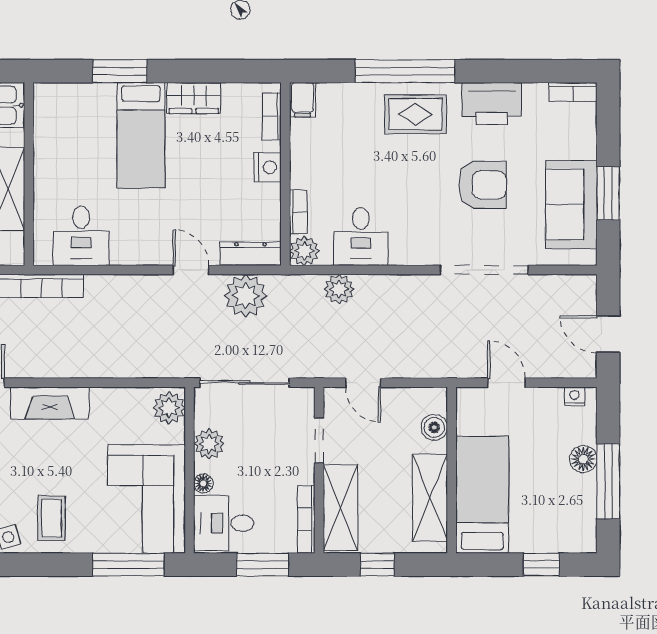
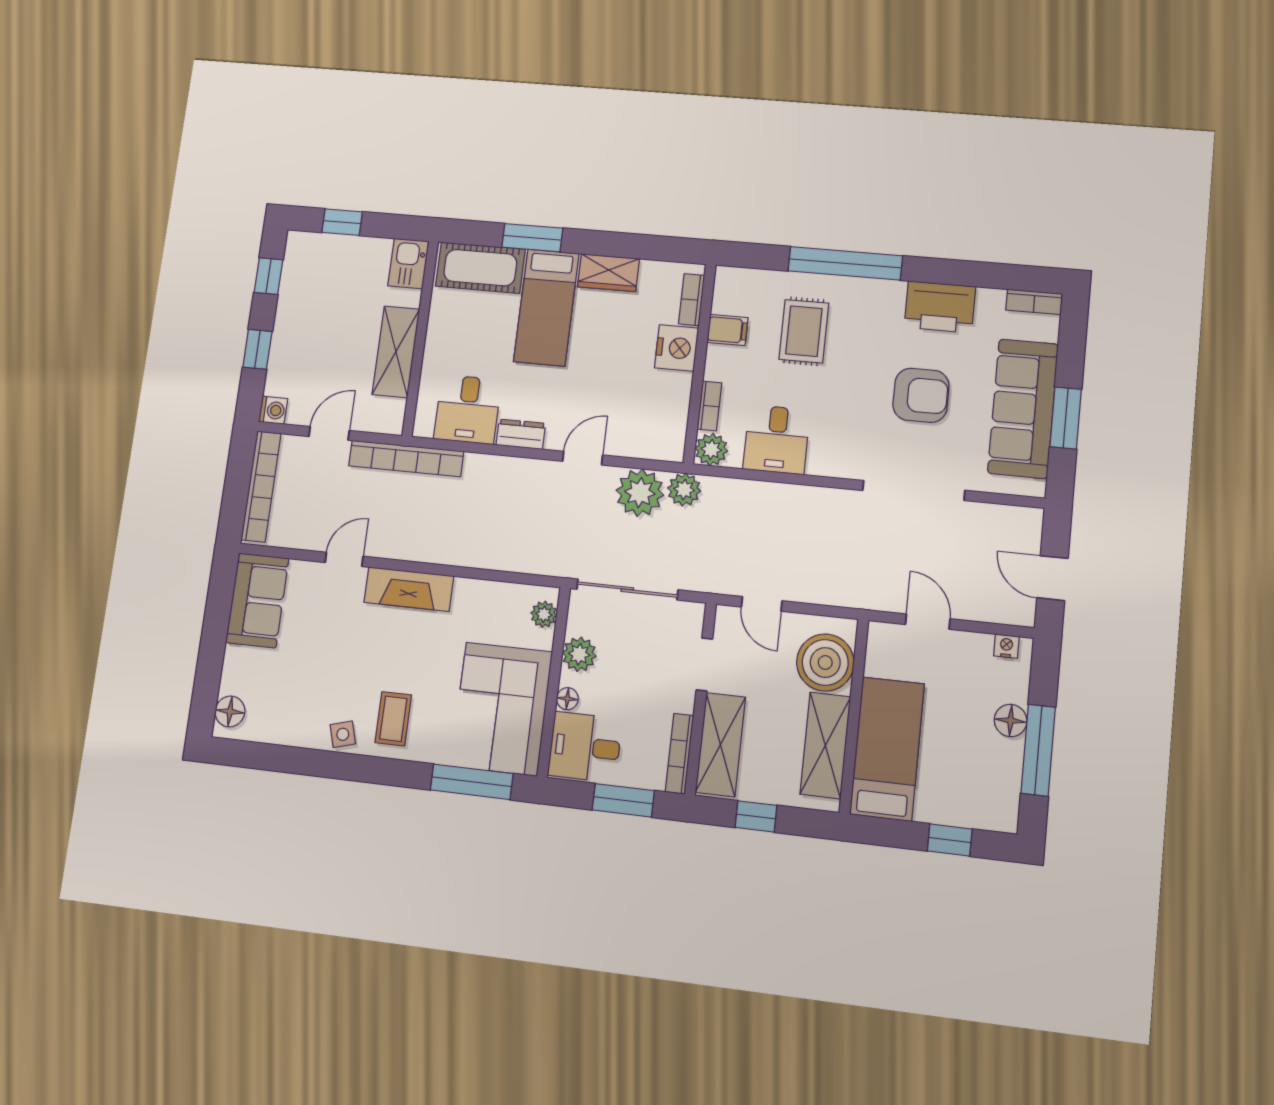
filing cabinet: (303, 100) -> (727, 330), moved, turned -90
cot: (76, 103) -> (480, 268), added
rug: (415, 114) -> (804, 331), moved, turned 90
nightstand: (268, 167) -> (677, 348), width x1.36, depth x1.33
sofa: (571, 204) -> (1023, 409), width x1.36
dresser: (251, 254) -> (521, 434), moved, width x0.70
door: (191, 270) -> (583, 458), hinge flipped
plant: (339, 289) -> (684, 490), moved
plant: (169, 408) -> (544, 614), width x0.73, depth x0.73
boiler: (434, 427) -> (825, 662), width x1.86, depth x1.86

